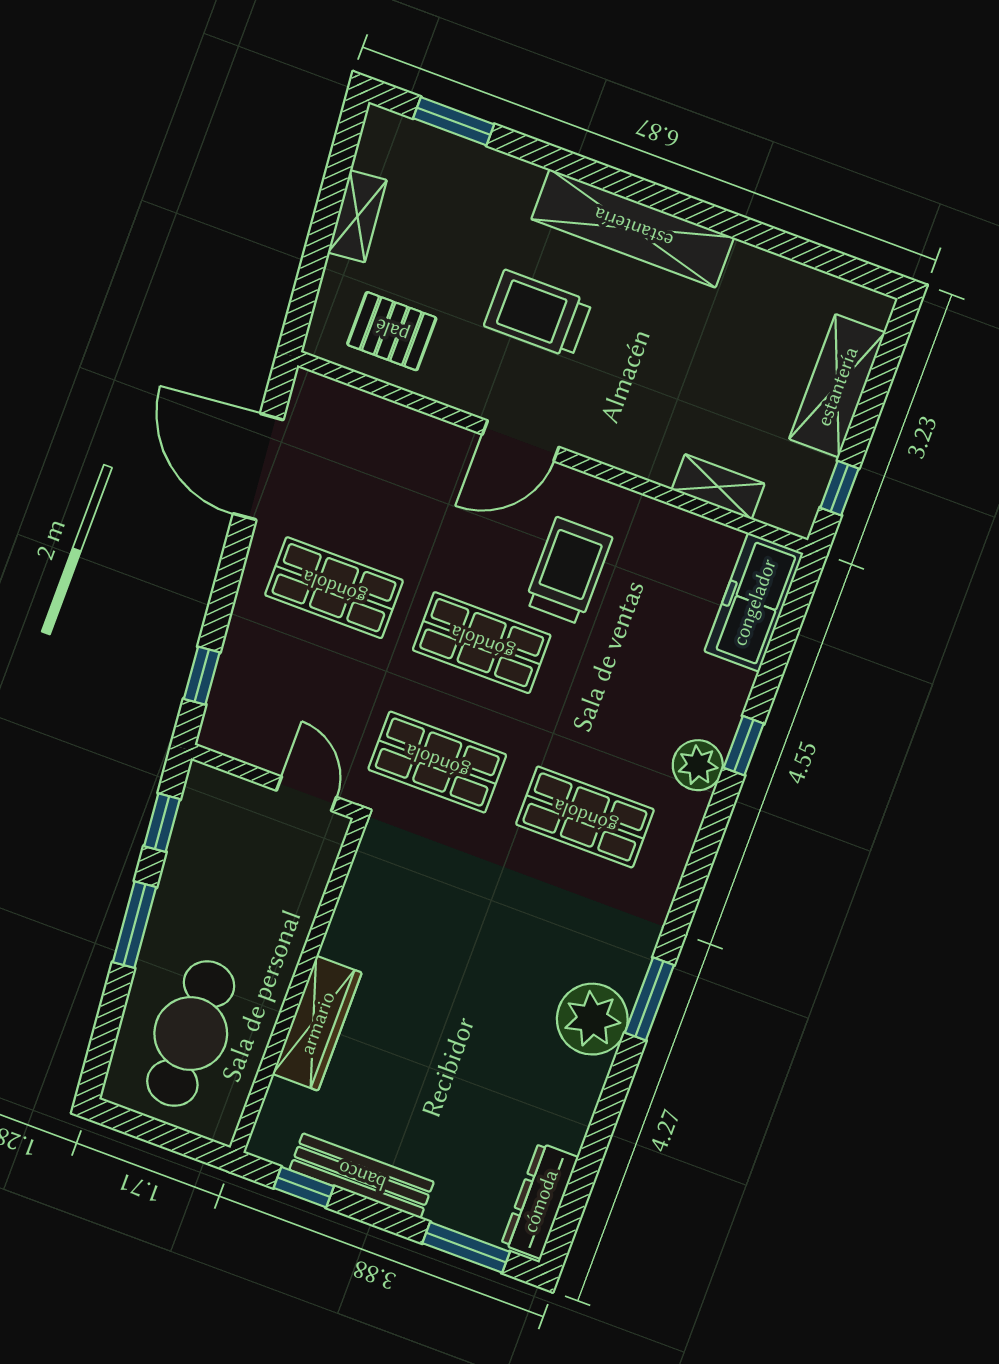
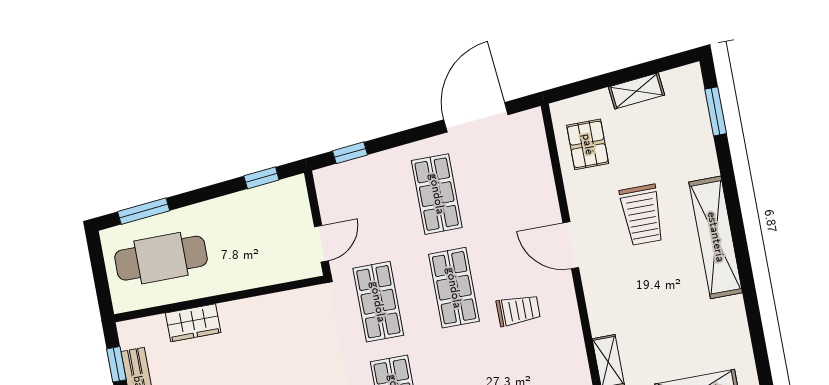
trolley: (538, 314) -> (642, 215), turned 180
trolley: (568, 571) -> (518, 310), width x0.73, depth x0.72
window: (134, 925) -> (144, 211), moved
wardrobe: (317, 1023) -> (193, 323), width x0.67

